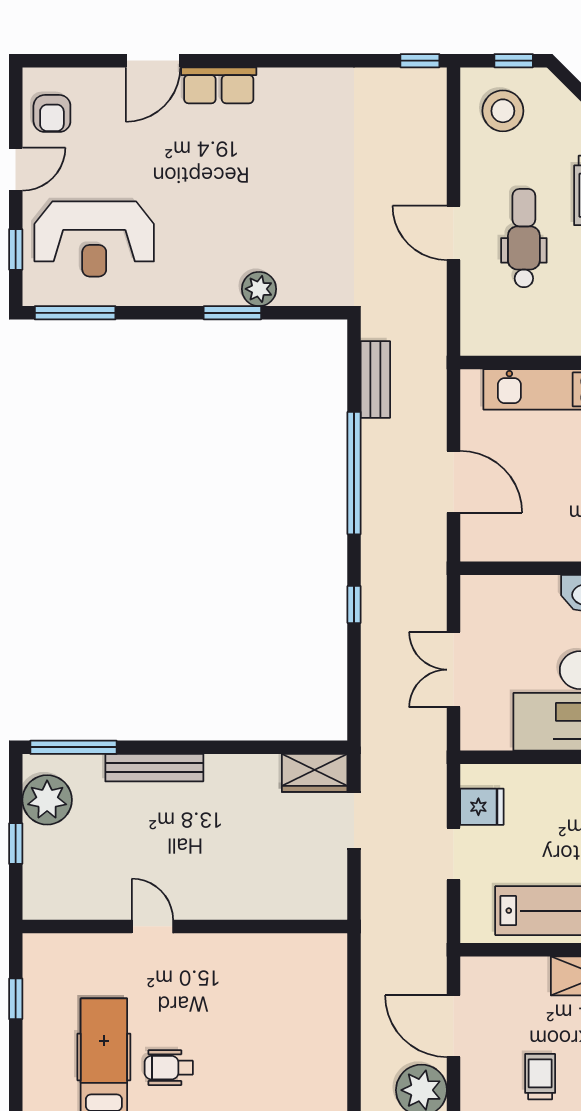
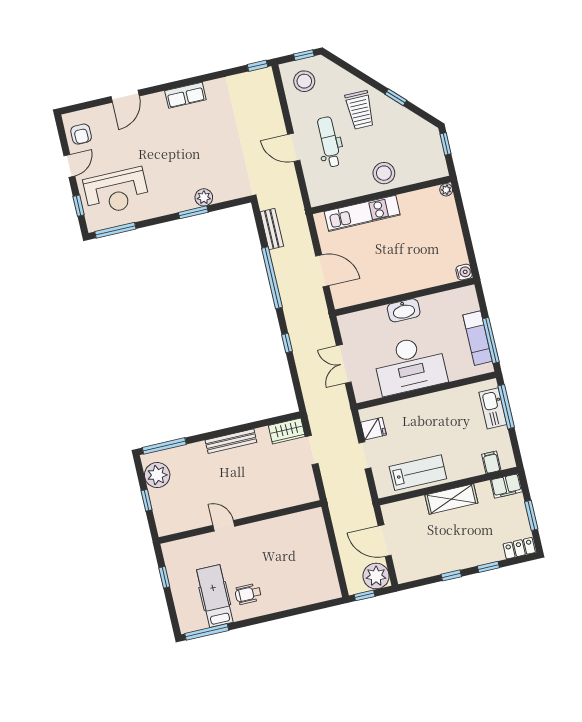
row of seats: (219, 85) -> (185, 95), moved
bench: (154, 768) -> (231, 441), moved
trolley: (540, 1077) -> (433, 556), removed

